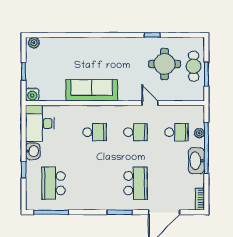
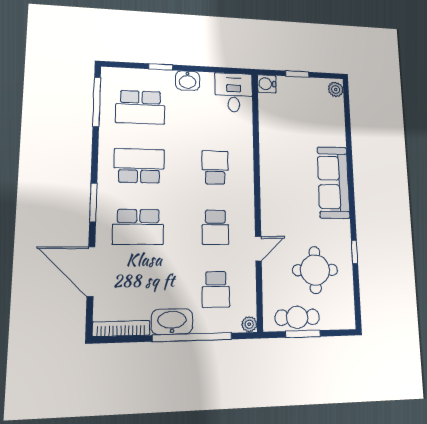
cafe table: (194, 66) -> (297, 317), moved
sofa: (92, 90) -> (333, 182), moved, turned 180
desk: (40, 123) -> (234, 93), width x0.73
school desk: (94, 132) -> (215, 168), turned 180
plant: (199, 133) -> (249, 324), moved
school desk: (54, 183) -> (140, 107), turned 180
school desk: (94, 183) -> (139, 166), added
bookcase: (200, 199) -> (121, 329), width x1.56

